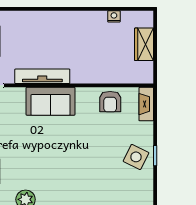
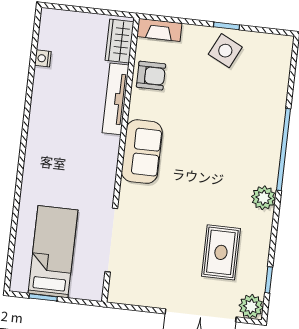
wardrobe: (144, 44) -> (120, 41), moved, turned 90
tv unit: (42, 76) -> (116, 99), moved

